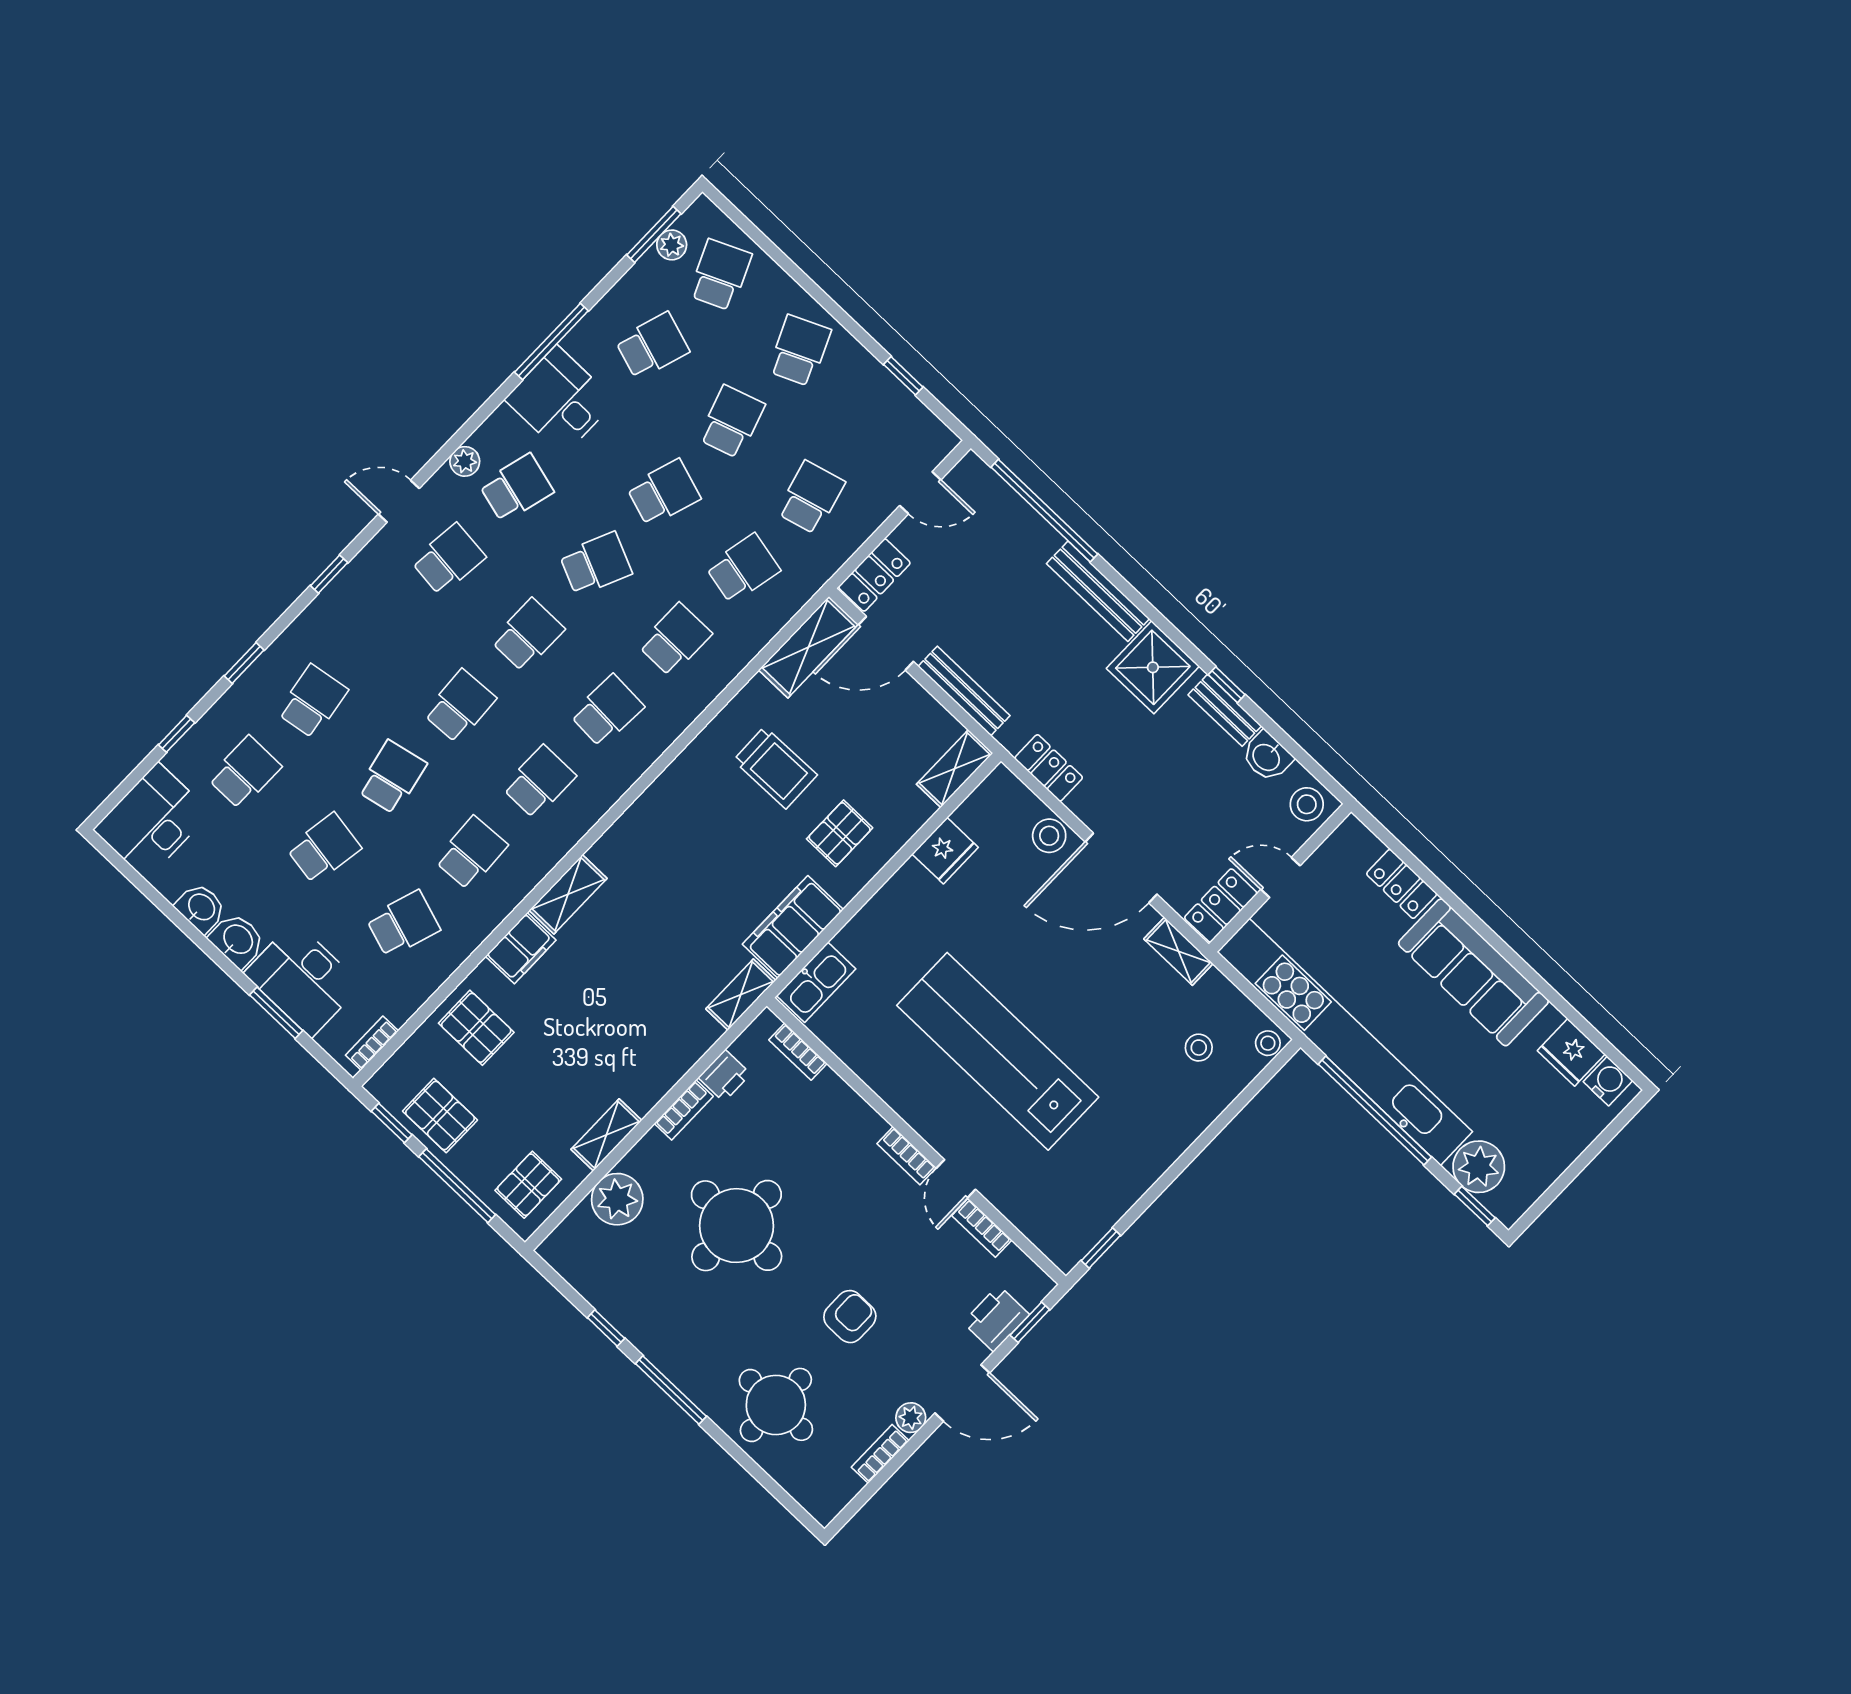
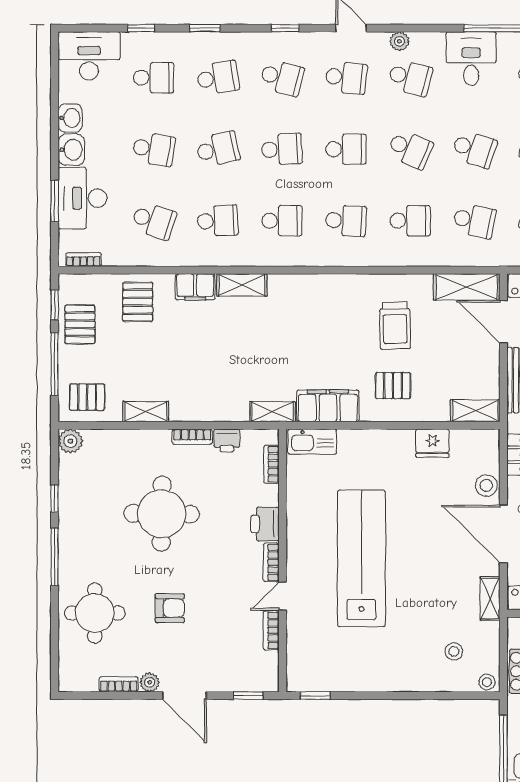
school desk: (380, 630) -> (282, 78), added
plant: (617, 1199) -> (70, 441), moved, width x0.73, depth x0.73
printer: (996, 1318) -> (265, 524), moved, turned -90

